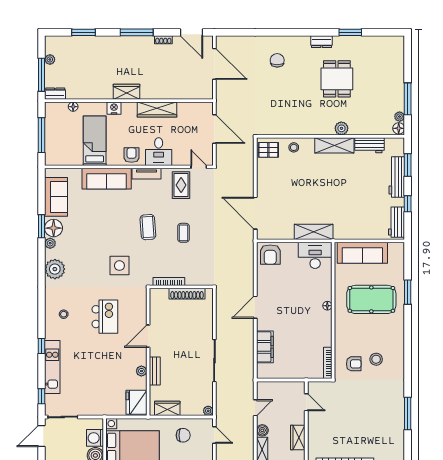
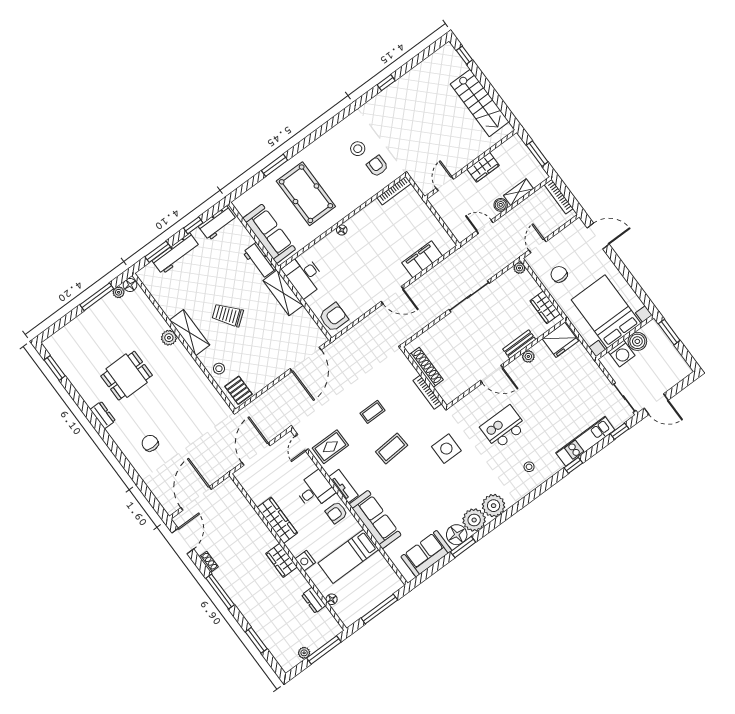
window: (350, 32) -> (55, 368), moved
chair: (277, 60) -> (150, 443), turned 90
dresser: (55, 94) -> (314, 600), moved
workbench: (370, 145) -> (259, 260), moved, turned 180
trolley: (327, 181) -> (228, 315), added
plant: (50, 243) -> (474, 520), width x1.87, depth x1.87
window: (408, 413) -> (386, 83), width x0.46

